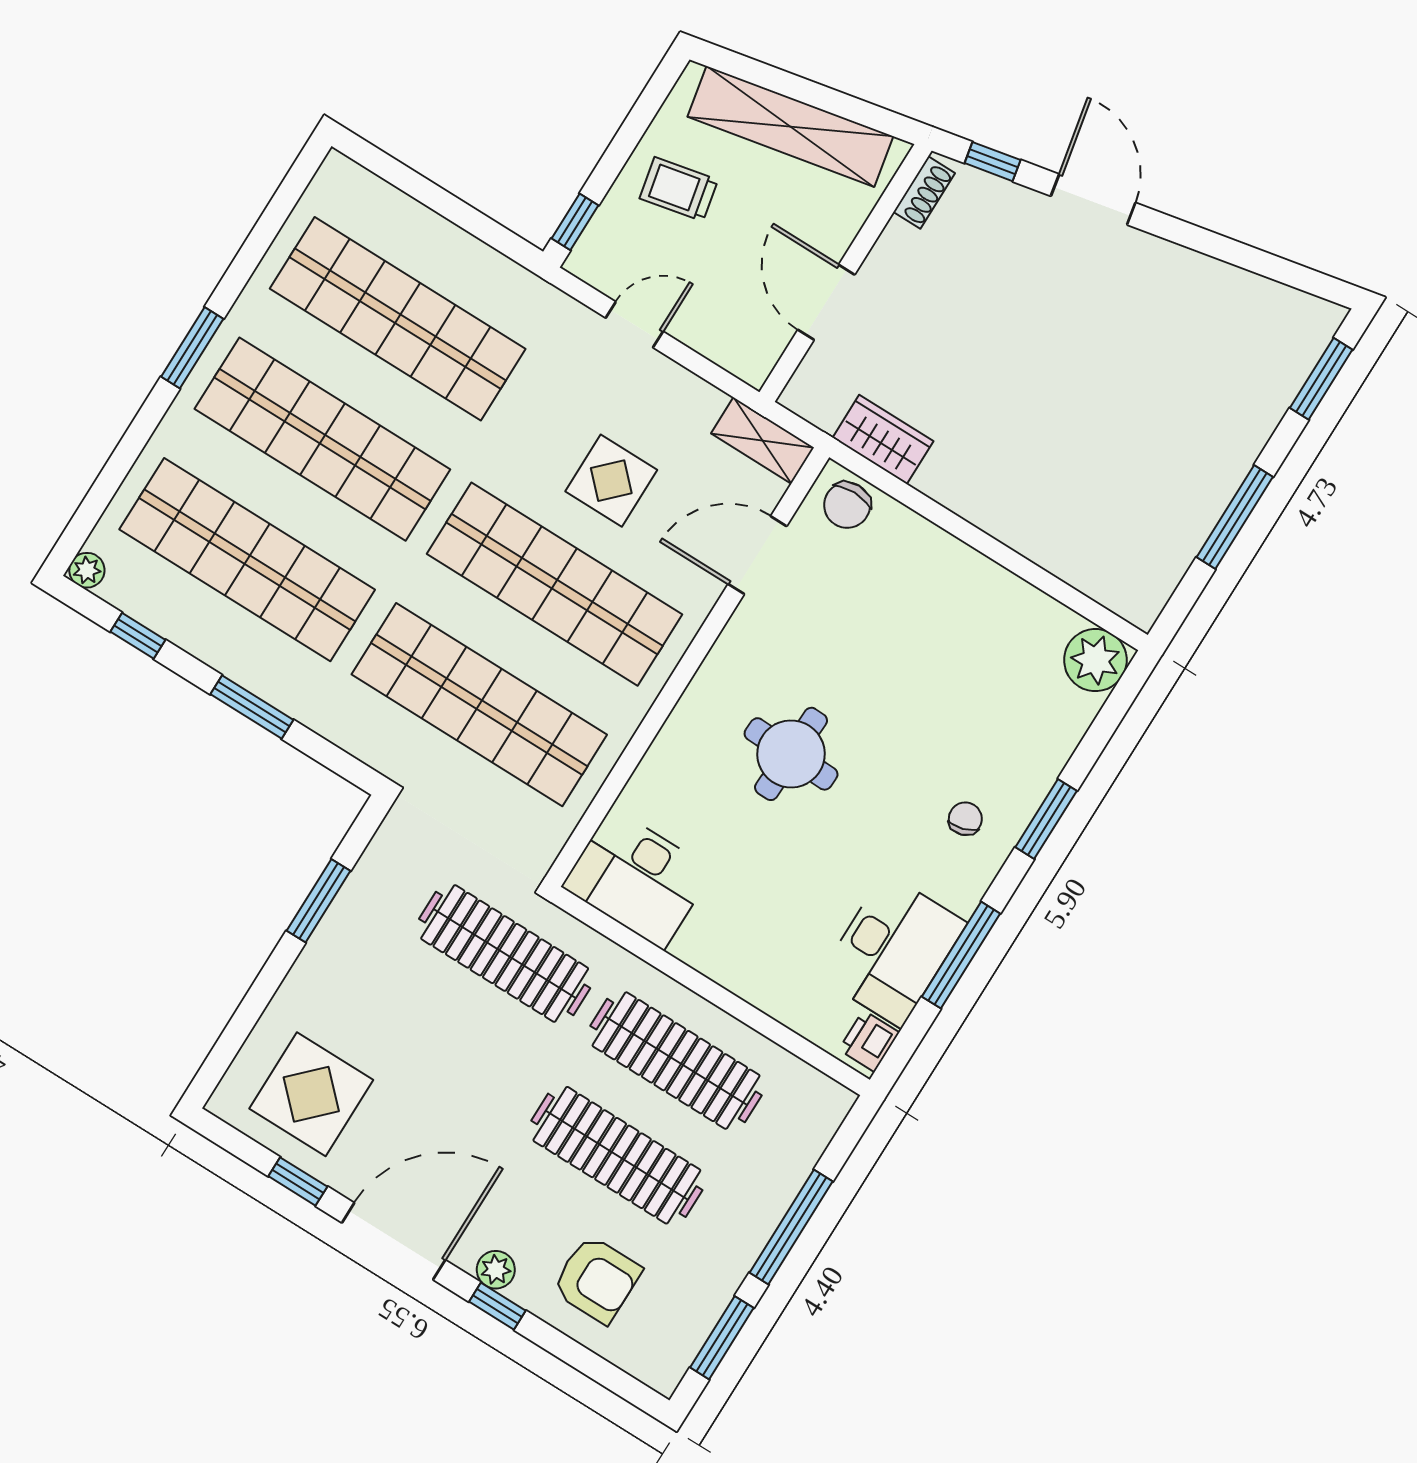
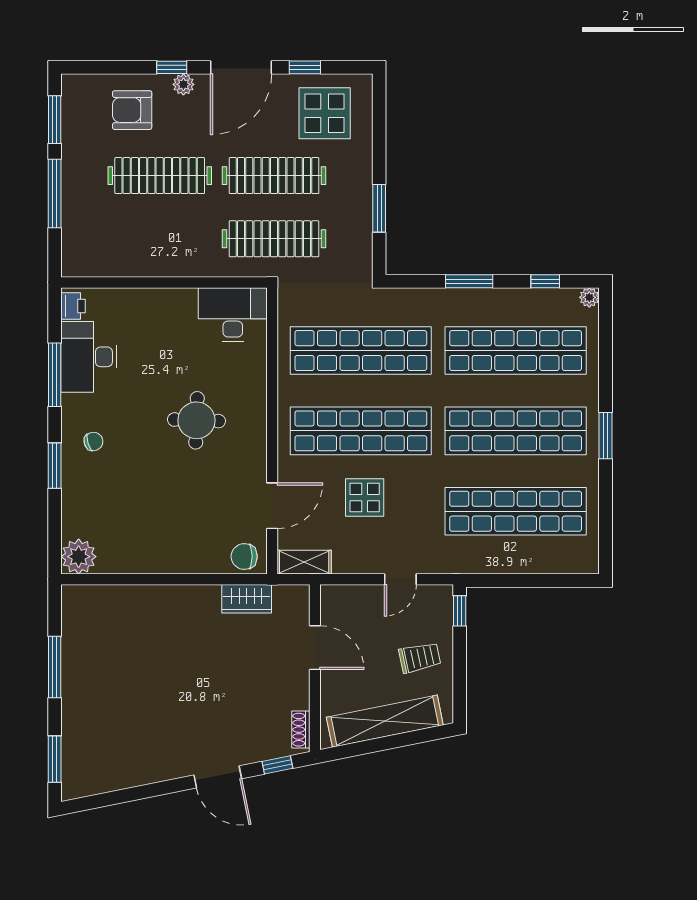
chair: (847, 505) -> (244, 556), turned -90
chair: (965, 819) -> (93, 441), turned -90
clothes rail: (676, 1061) -> (274, 176), moved

